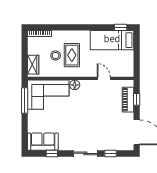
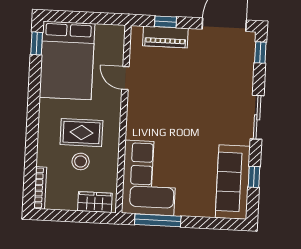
bed: (112, 40) -> (67, 60), width x1.50
door: (104, 78) -> (125, 78), hinge flipped
floor lamp: (75, 85) -> (134, 130), removed
sofa: (43, 142) -> (233, 182), width x1.36
window: (111, 153) -> (260, 52), moved

